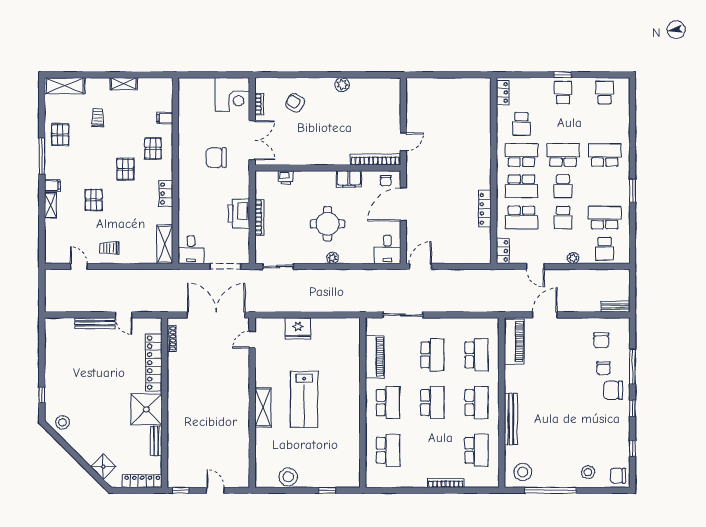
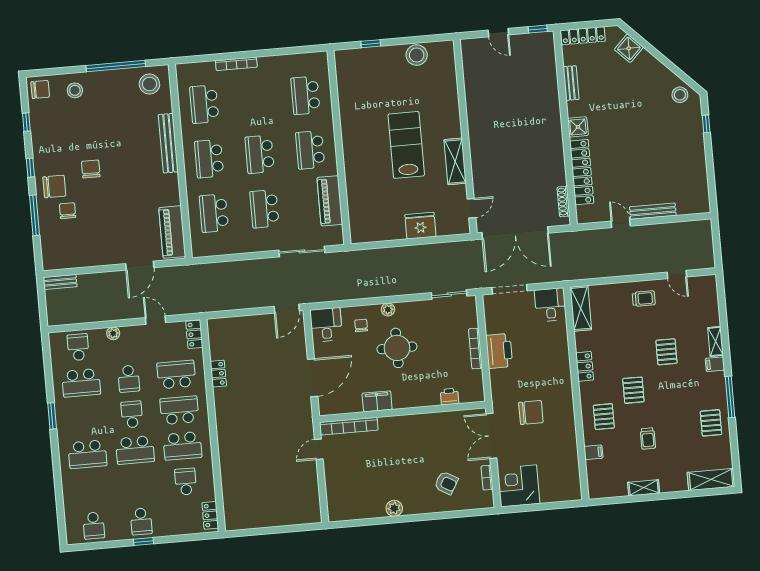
trolley: (98, 118) -> (648, 439), moved
chair: (386, 181) -> (361, 325), moved
locker: (485, 209) -> (218, 374), width x0.66
school desk: (563, 217) -> (129, 379), turned 180
chair: (601, 340) -> (91, 169), moved
shelving: (263, 407) -> (455, 161), moved
shower: (146, 409) -> (578, 127), width x0.54, depth x0.54

